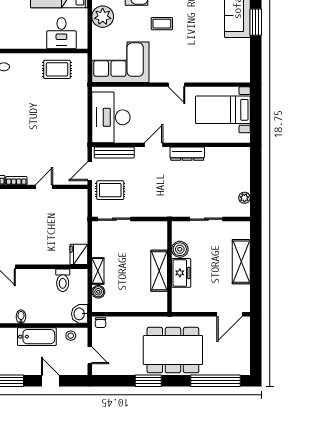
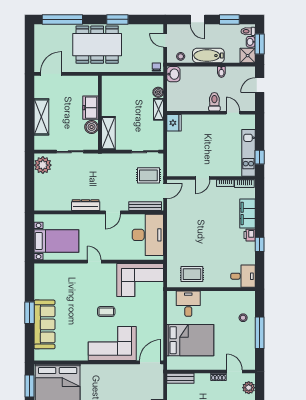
plant: (103, 17) -> (155, 317), removed
plant: (244, 198) -> (43, 165), width x1.87, depth x1.87
shelving: (159, 271) -> (108, 133), moved
toilet: (63, 280) -> (214, 102), moved

